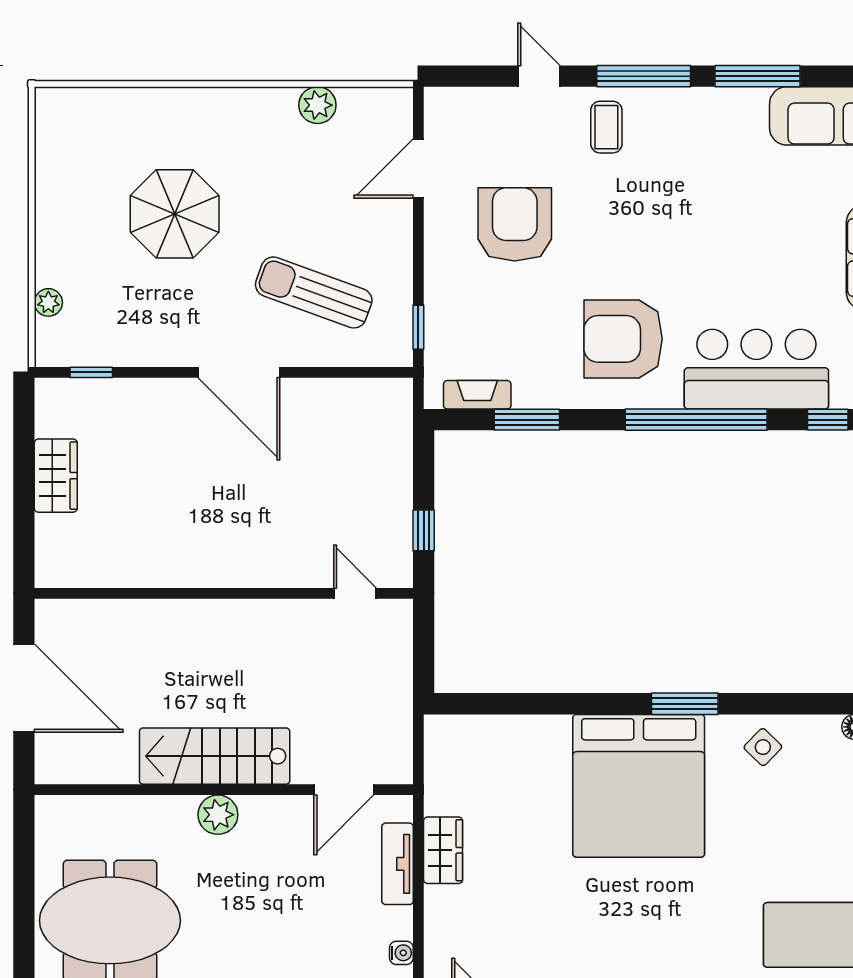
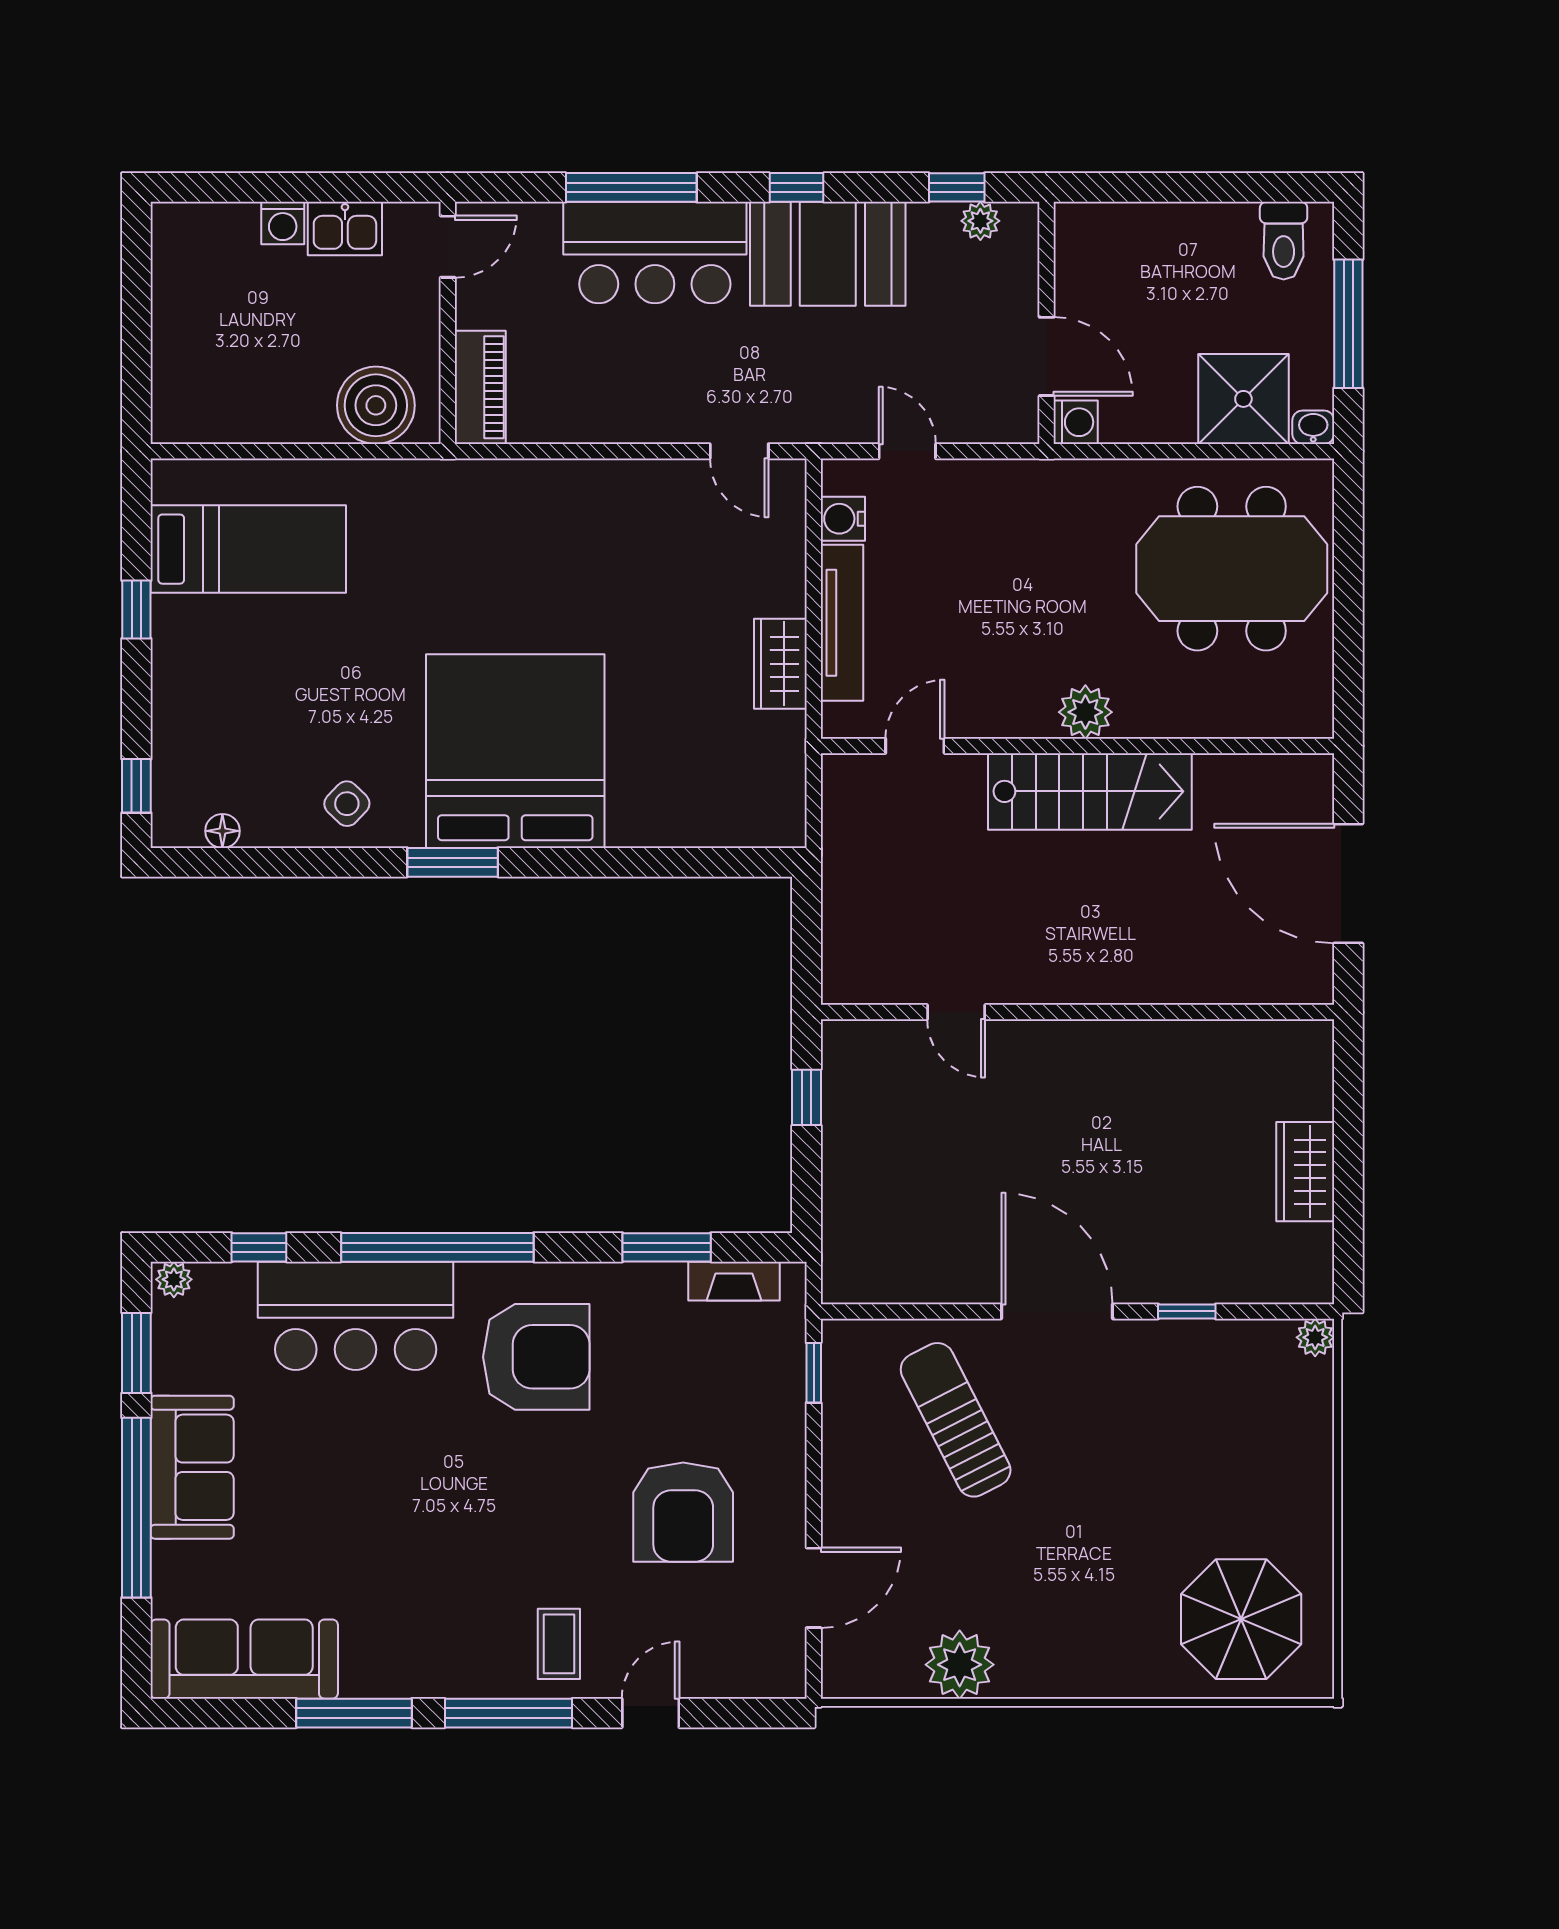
door: (539, 76) -> (651, 1713), swing flipped
plant: (317, 105) -> (960, 1665), width x1.36, depth x1.36
parasol: (175, 214) -> (1241, 1619), moved
sun lounger: (314, 292) -> (956, 1420), turned -137
plant: (48, 302) -> (1315, 1337), moved
window: (91, 372) -> (1187, 1311), moved
door: (355, 593) -> (956, 1012), moved
door: (344, 790) -> (915, 746), width x0.73
tv unit: (398, 864) -> (842, 623), width x1.41
water cooler: (401, 953) -> (843, 519), width x1.38, depth x1.38

